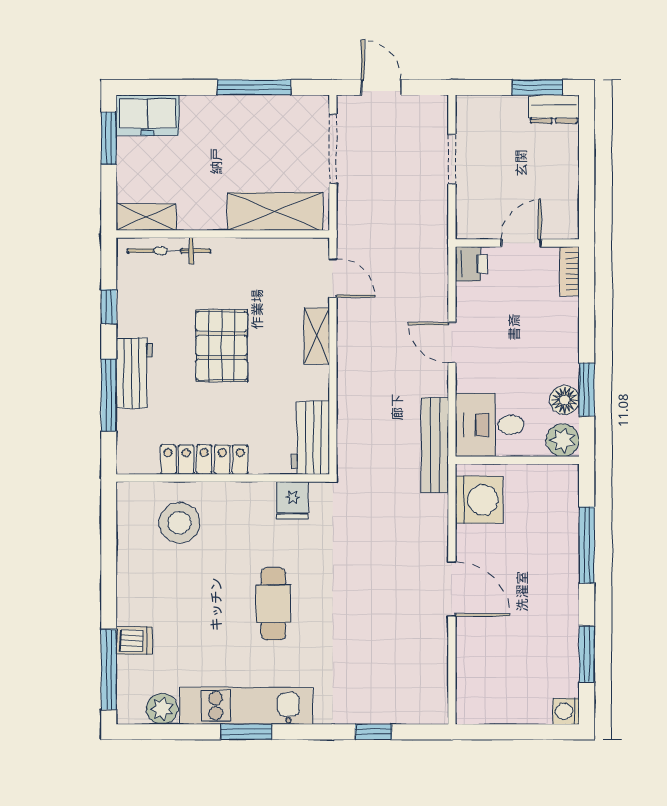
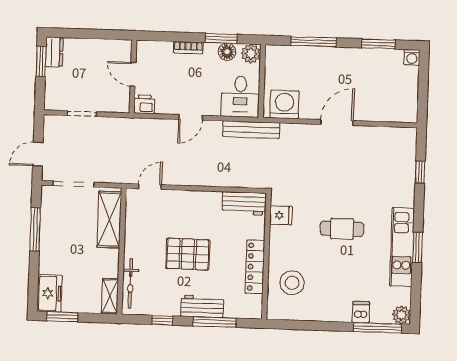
bookcase: (569, 271) -> (188, 48), moved
shelving: (317, 336) -> (184, 198), removed
plant: (162, 709) -> (401, 315), moved

